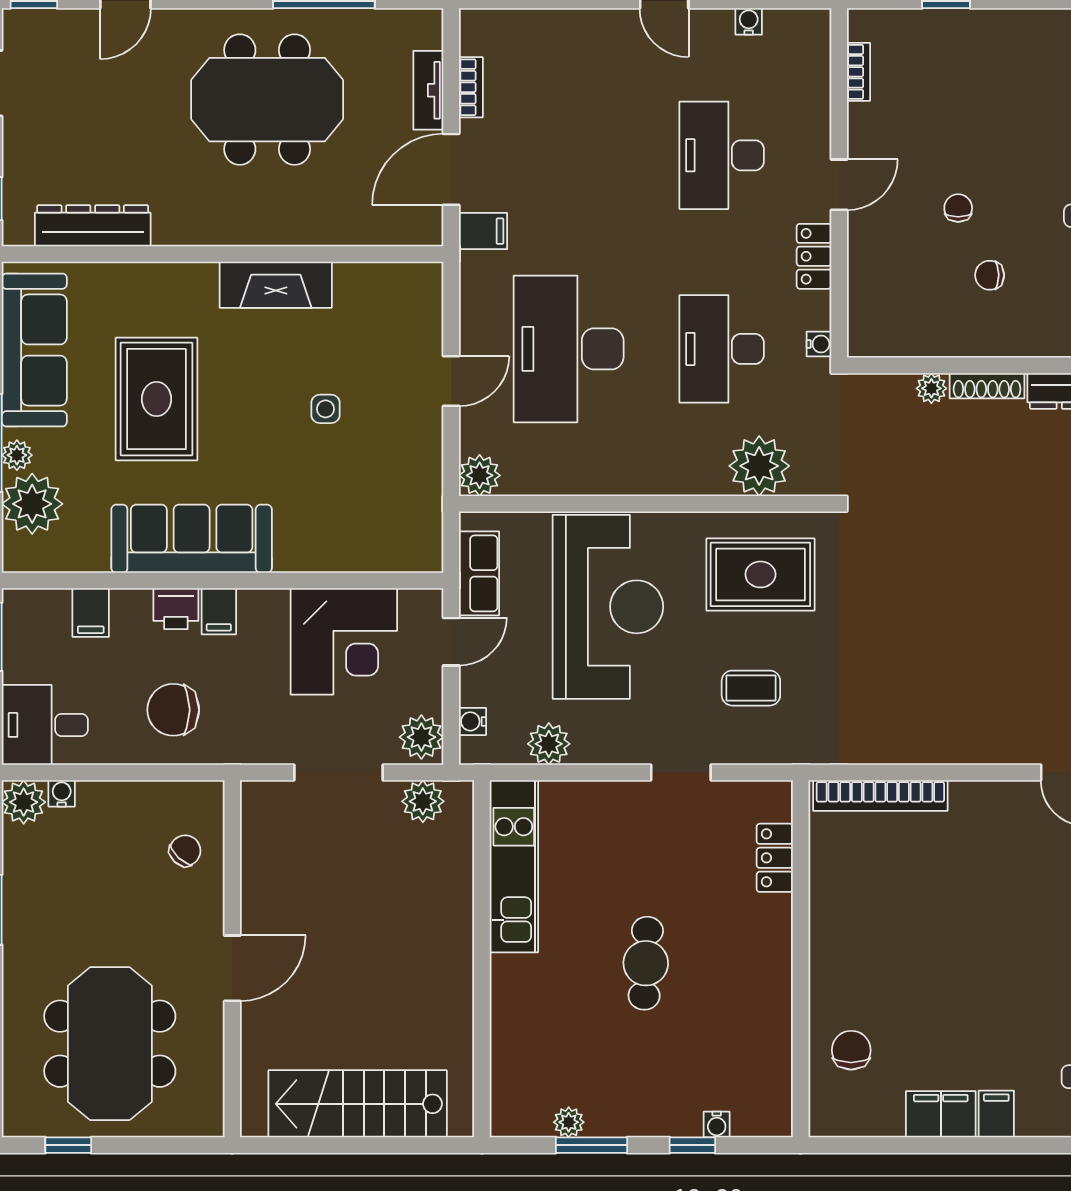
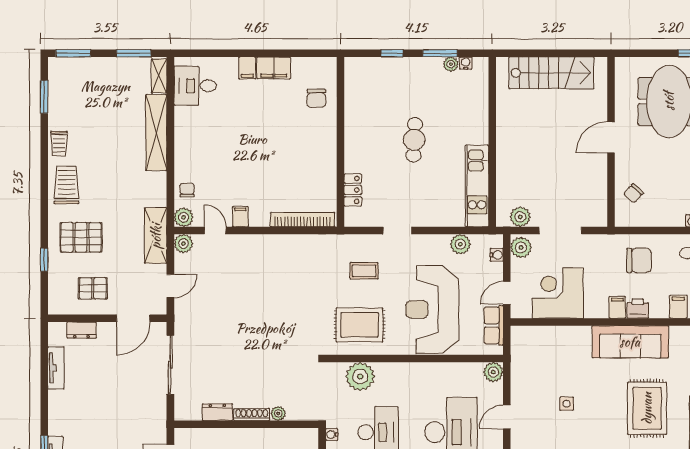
filing cabinet: (1011, 802) -> (240, 217), added
water cooler: (717, 1124) -> (466, 63), moved

